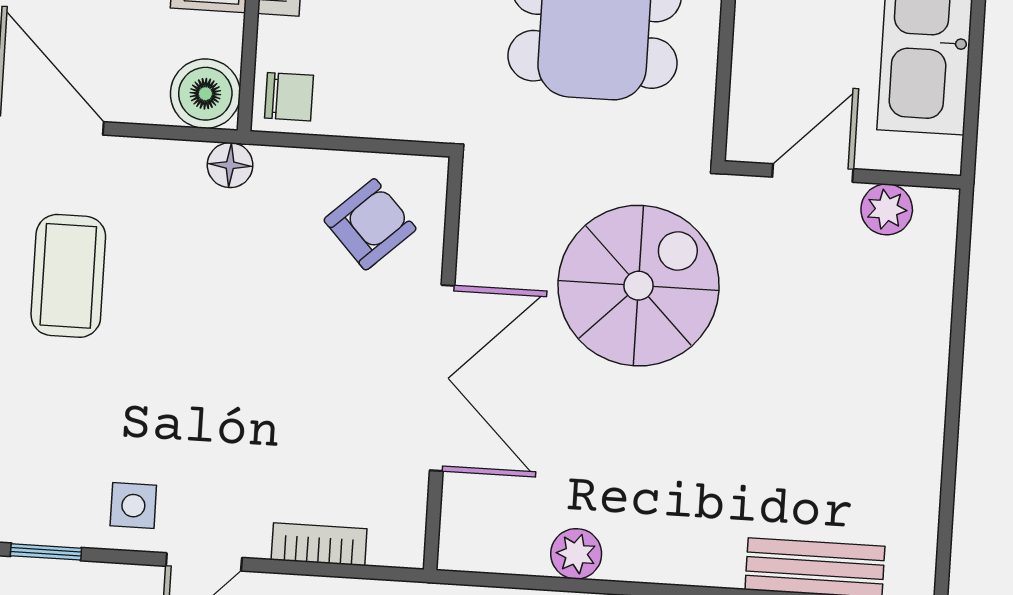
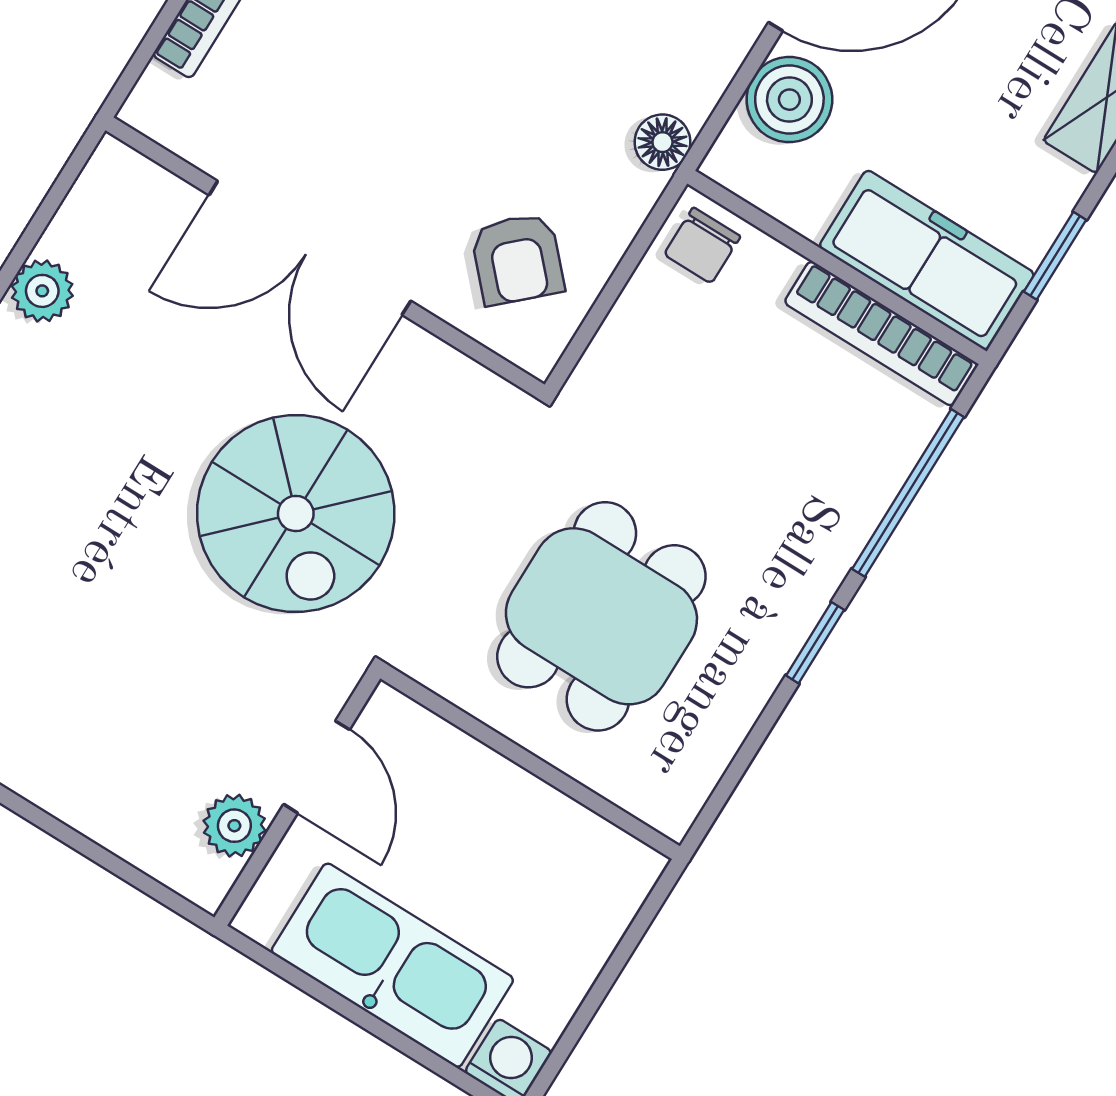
boiler: (205, 94) -> (789, 100), moved

